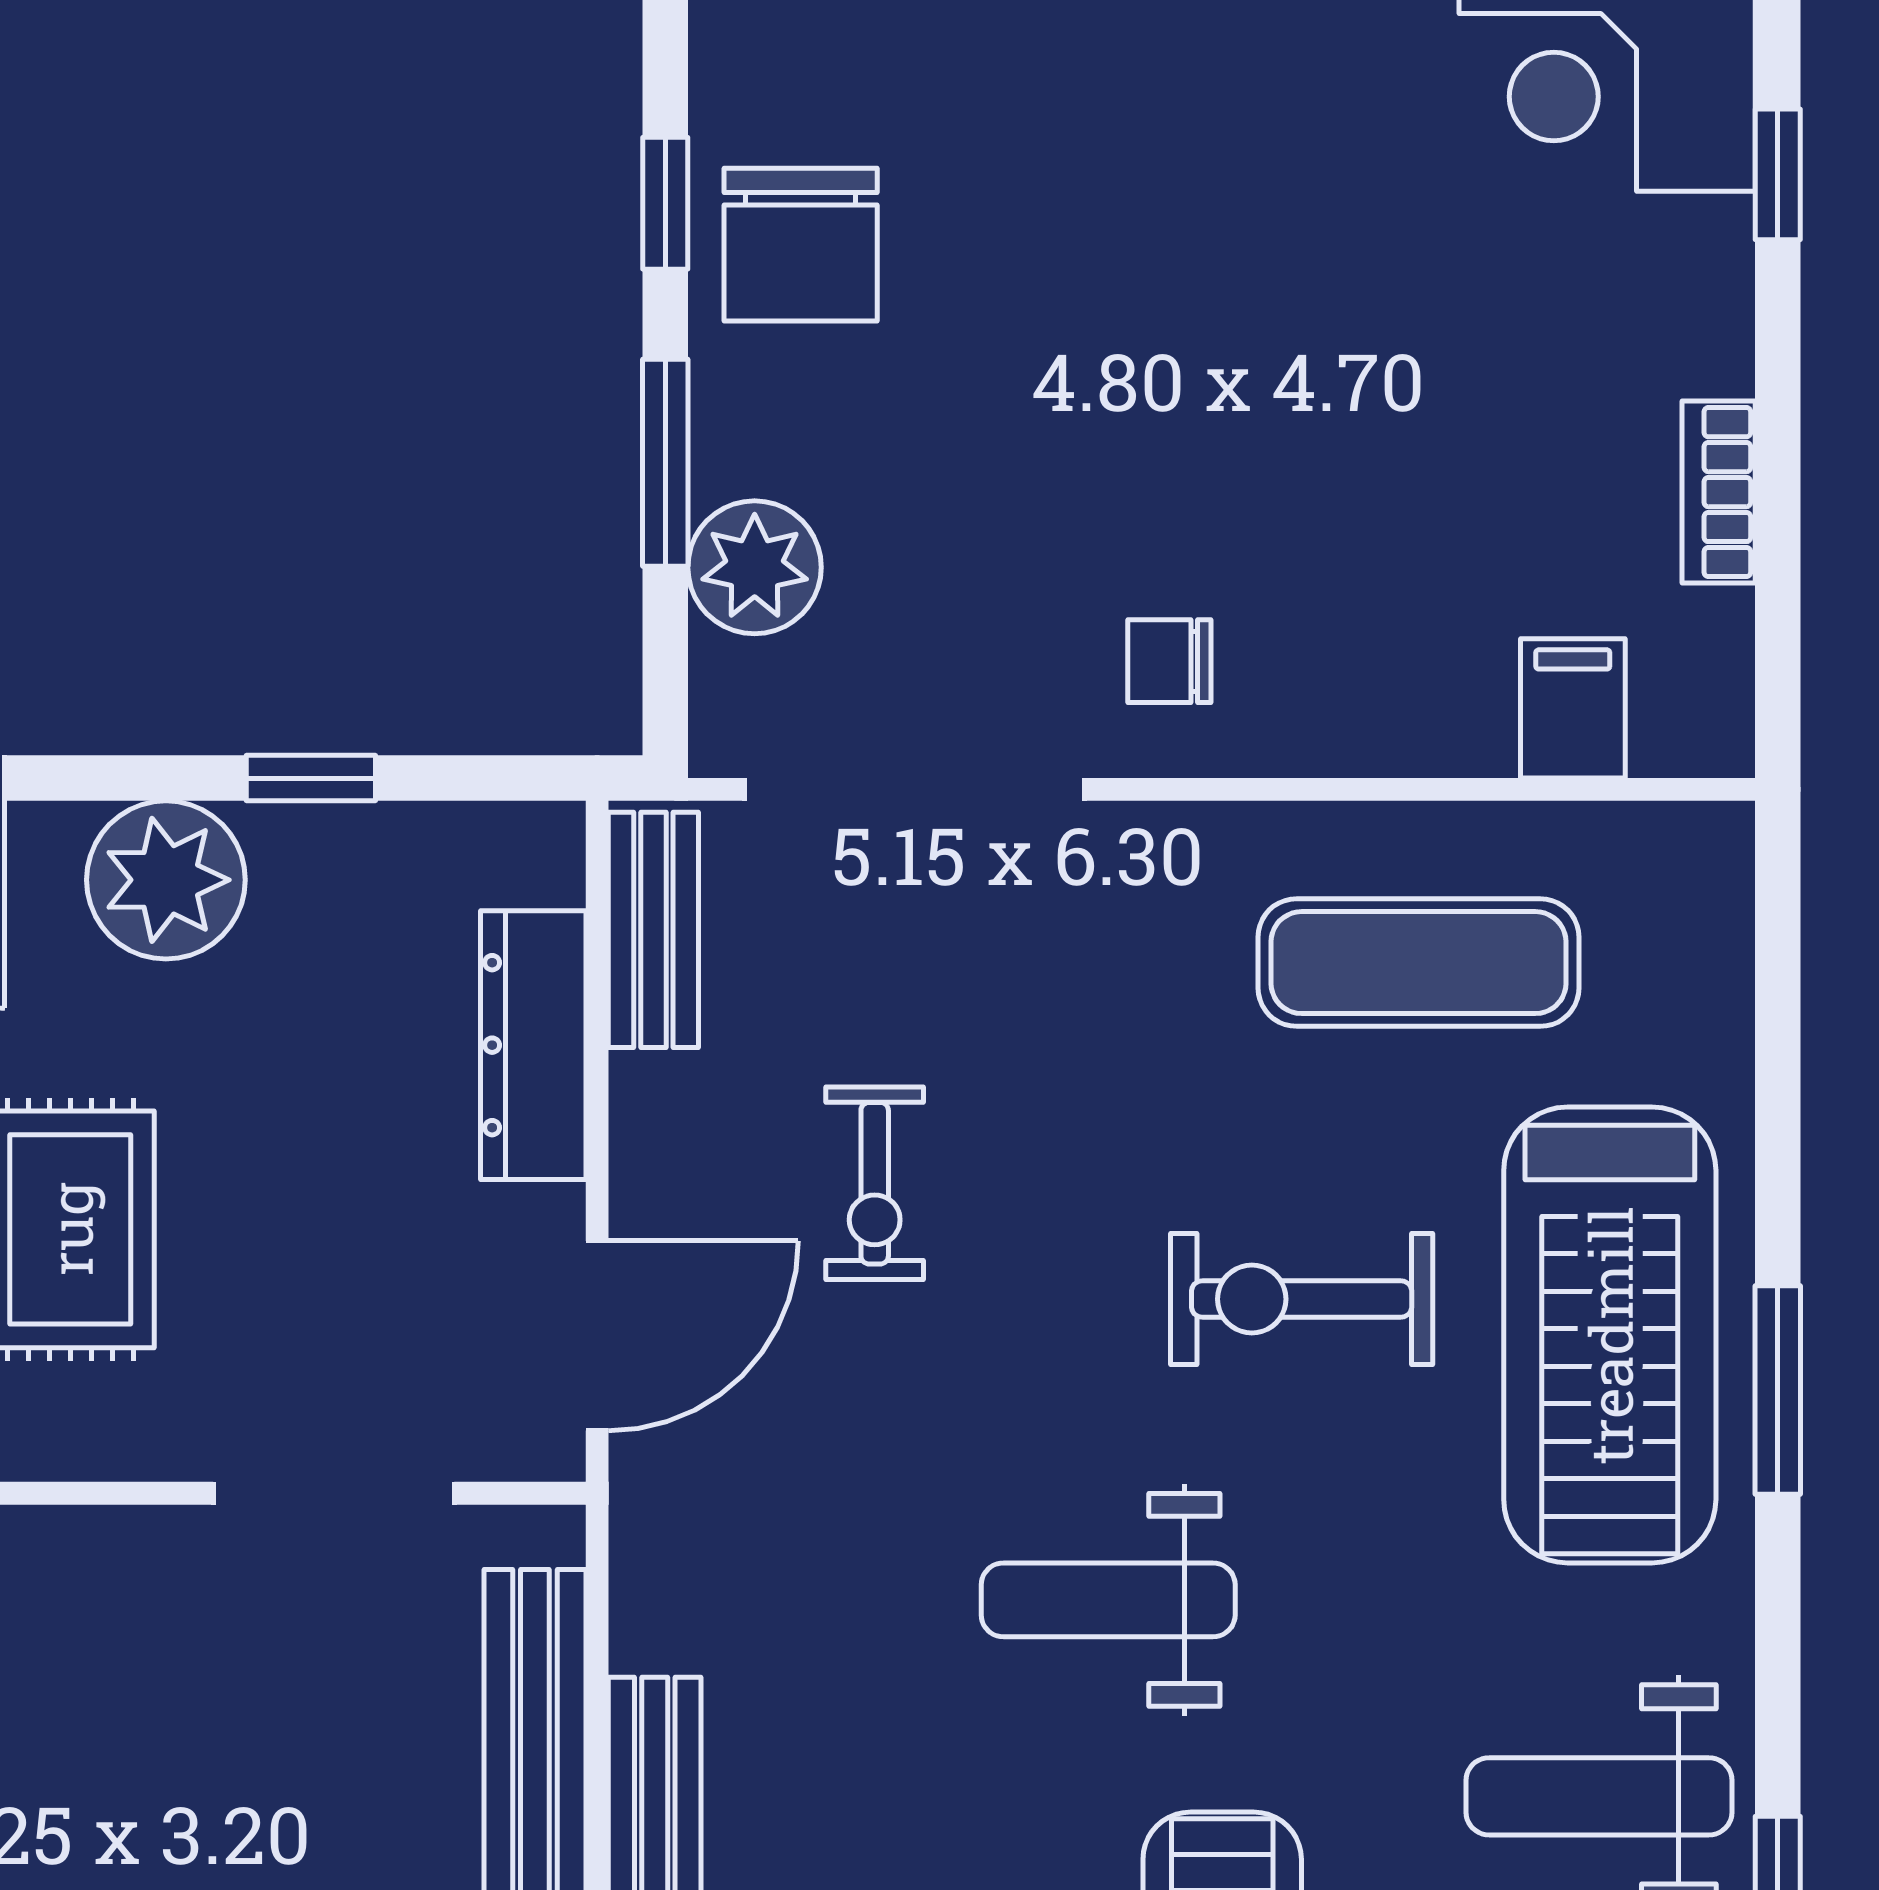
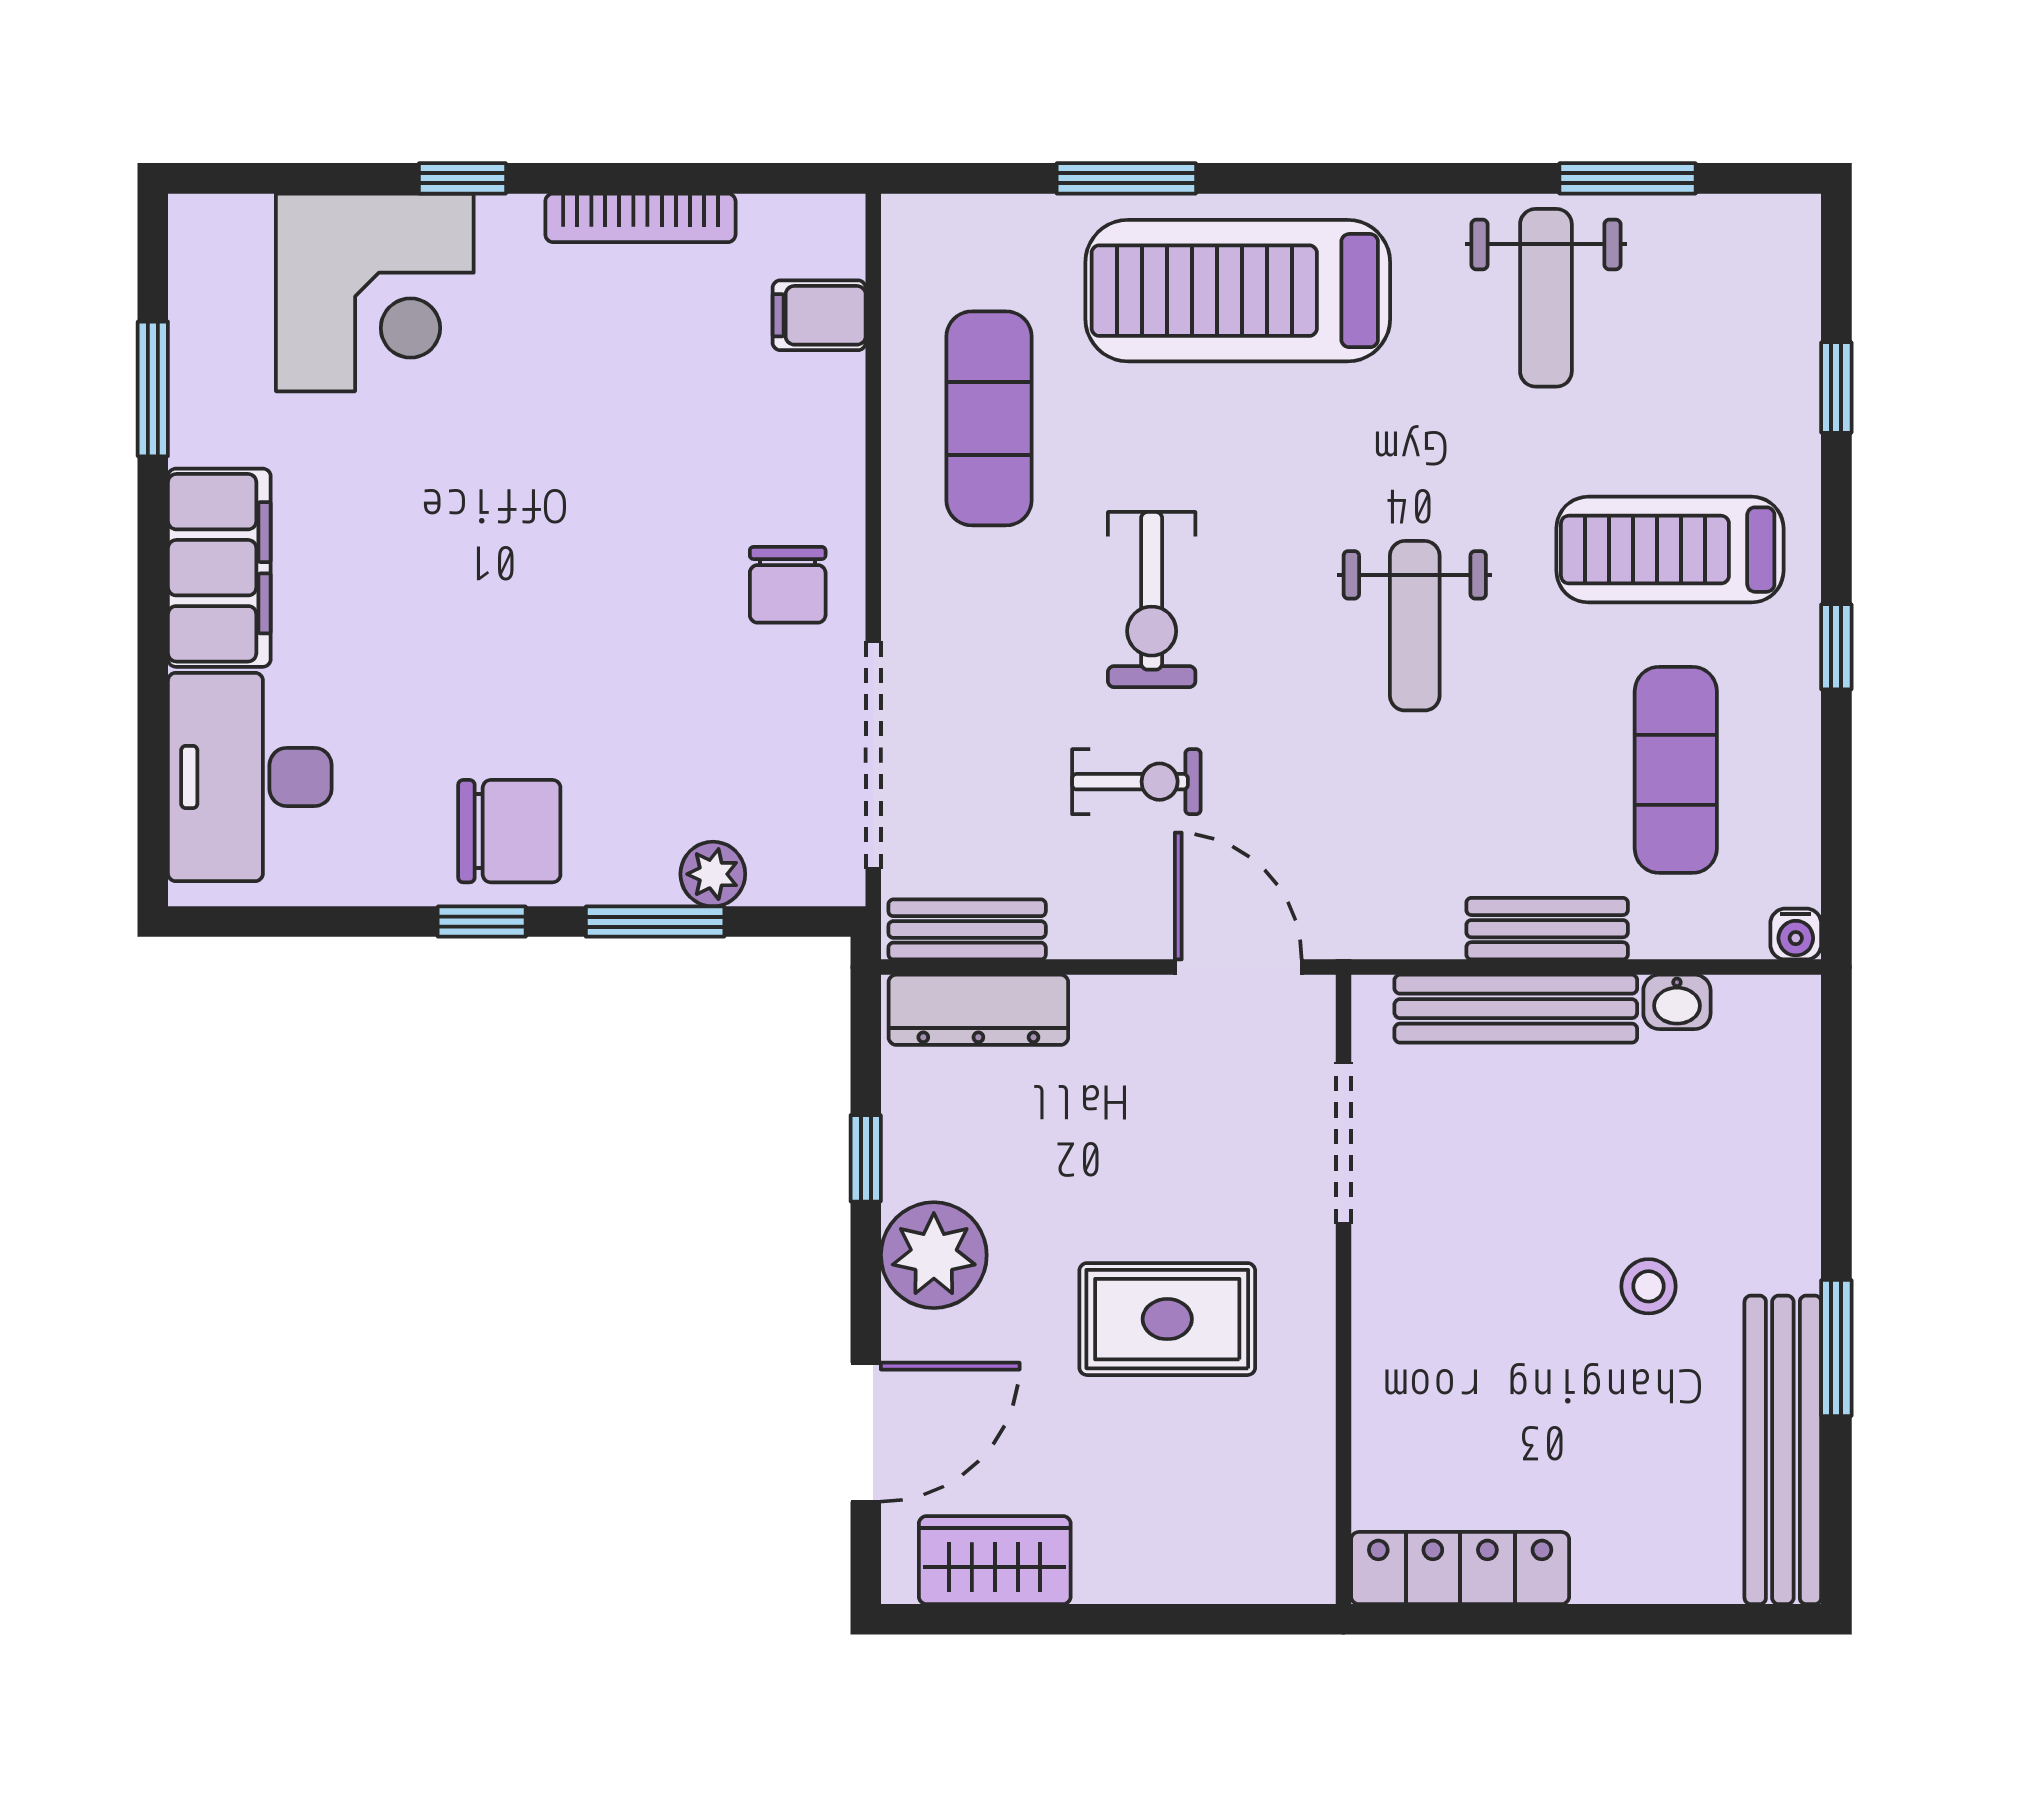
bookcase: (1719, 492) -> (640, 218), width x1.56
plant: (755, 567) -> (713, 874), width x0.73, depth x0.73
chair: (1169, 661) -> (788, 585), width x1.37, depth x1.37
dresser: (533, 1045) -> (978, 1010), moved
exercise bike: (1302, 1299) -> (1152, 600), moved
treadmill: (1610, 1335) -> (1238, 291), turned 180
window: (1778, 1390) -> (1126, 178), moved

